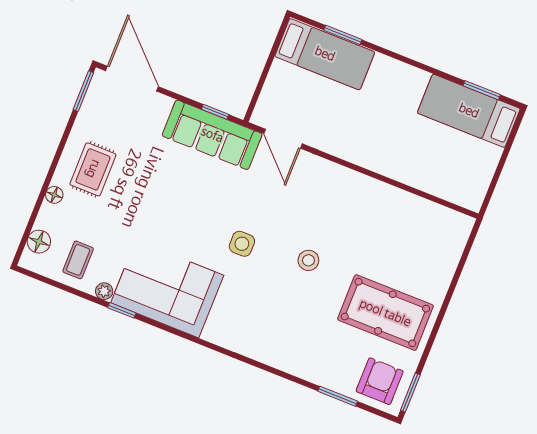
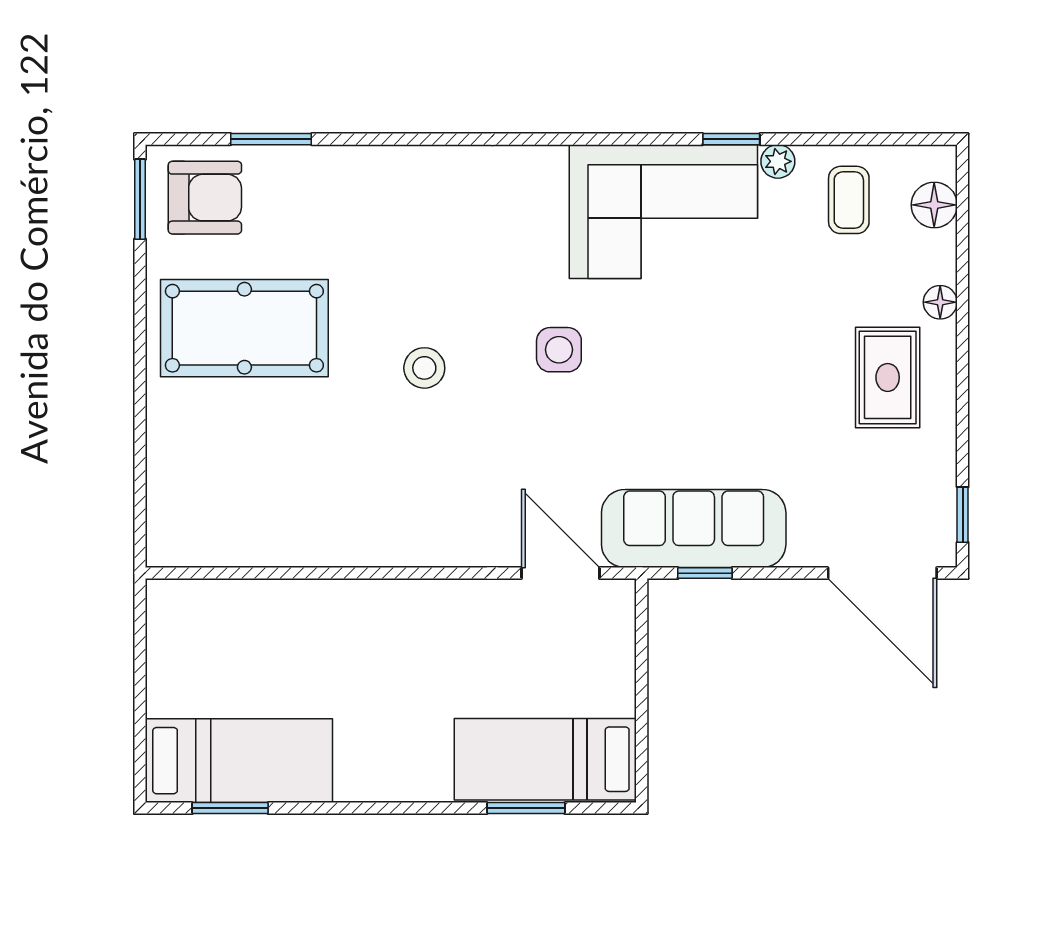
window: (83, 91) -> (963, 515), width x0.67
armchair: (380, 381) -> (205, 198), turned -90

